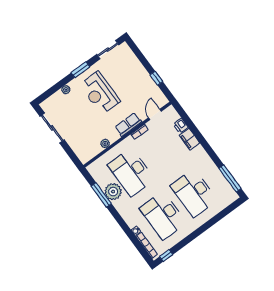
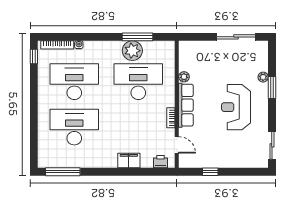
window: (80, 70) -> (272, 87), moved
reception desk: (100, 93) -> (236, 107), turned -90
row of seats: (128, 124) -> (186, 105), width x1.48
printer: (181, 126) -> (160, 162), moved

